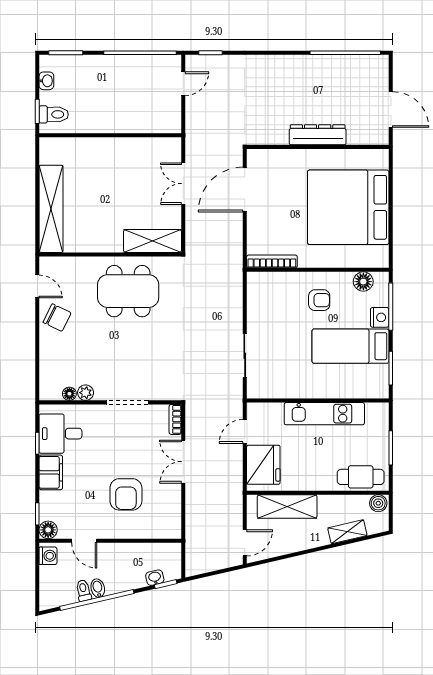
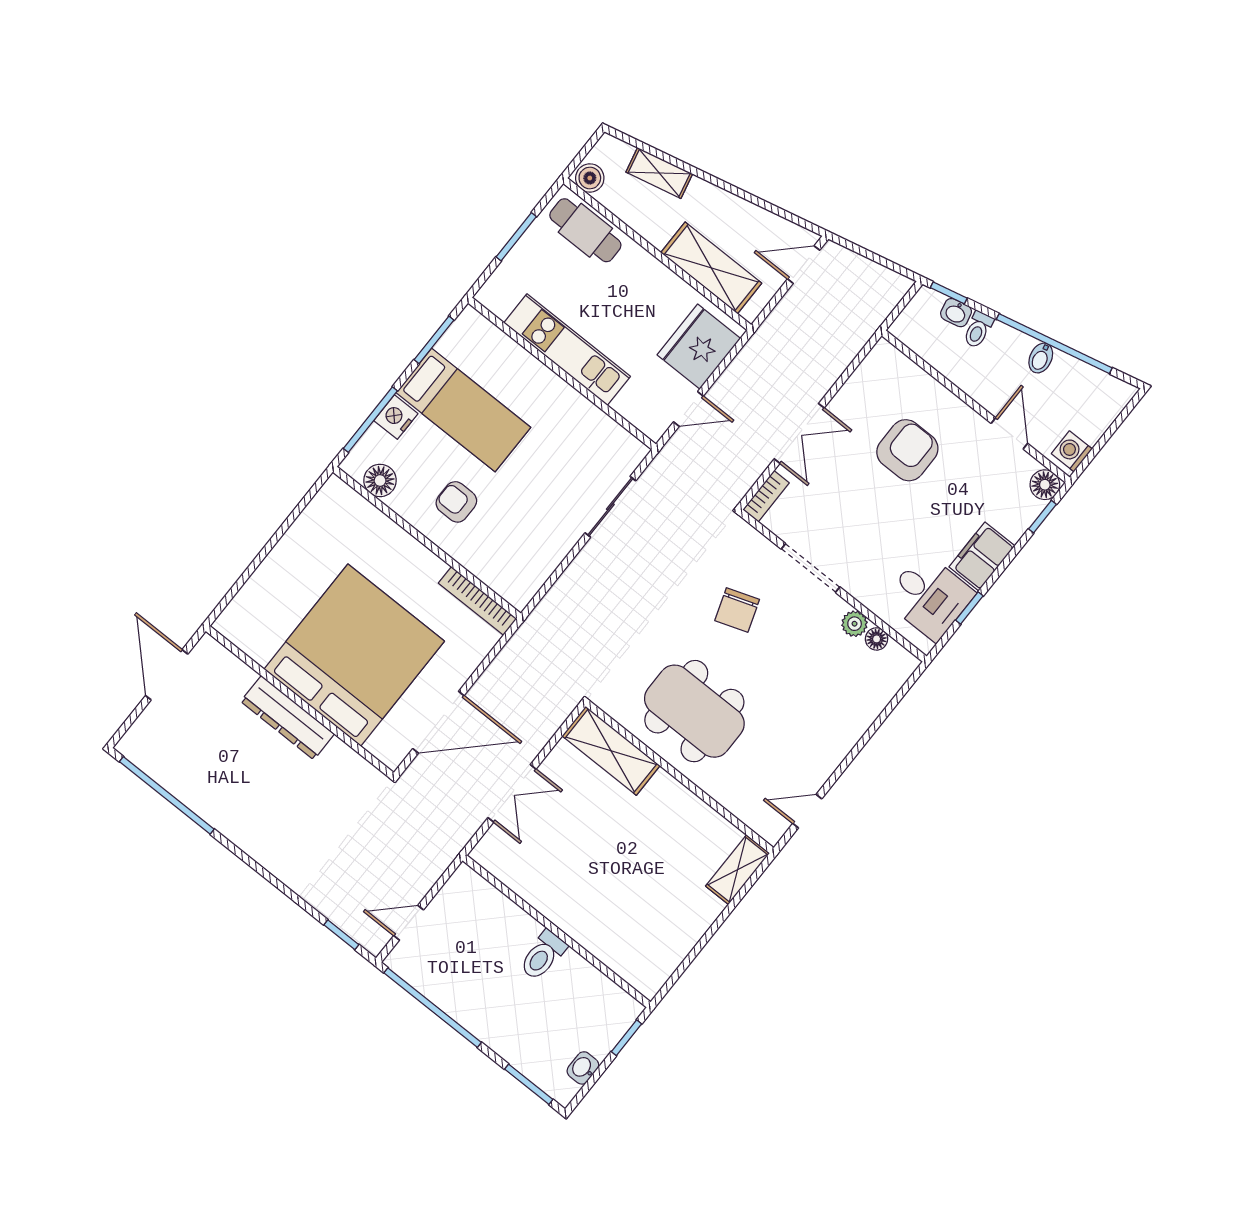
toilet: (54, 114) -> (543, 955), moved, turned -90
bed: (348, 207) -> (354, 655), moved, turned -90
shelving: (51, 209) -> (738, 870), width x0.45, depth x0.75
door: (37, 286) -> (807, 811), hinge flipped
chair: (57, 318) -> (737, 610), moved, turned -135
toilet: (84, 590) -> (978, 330), moved

